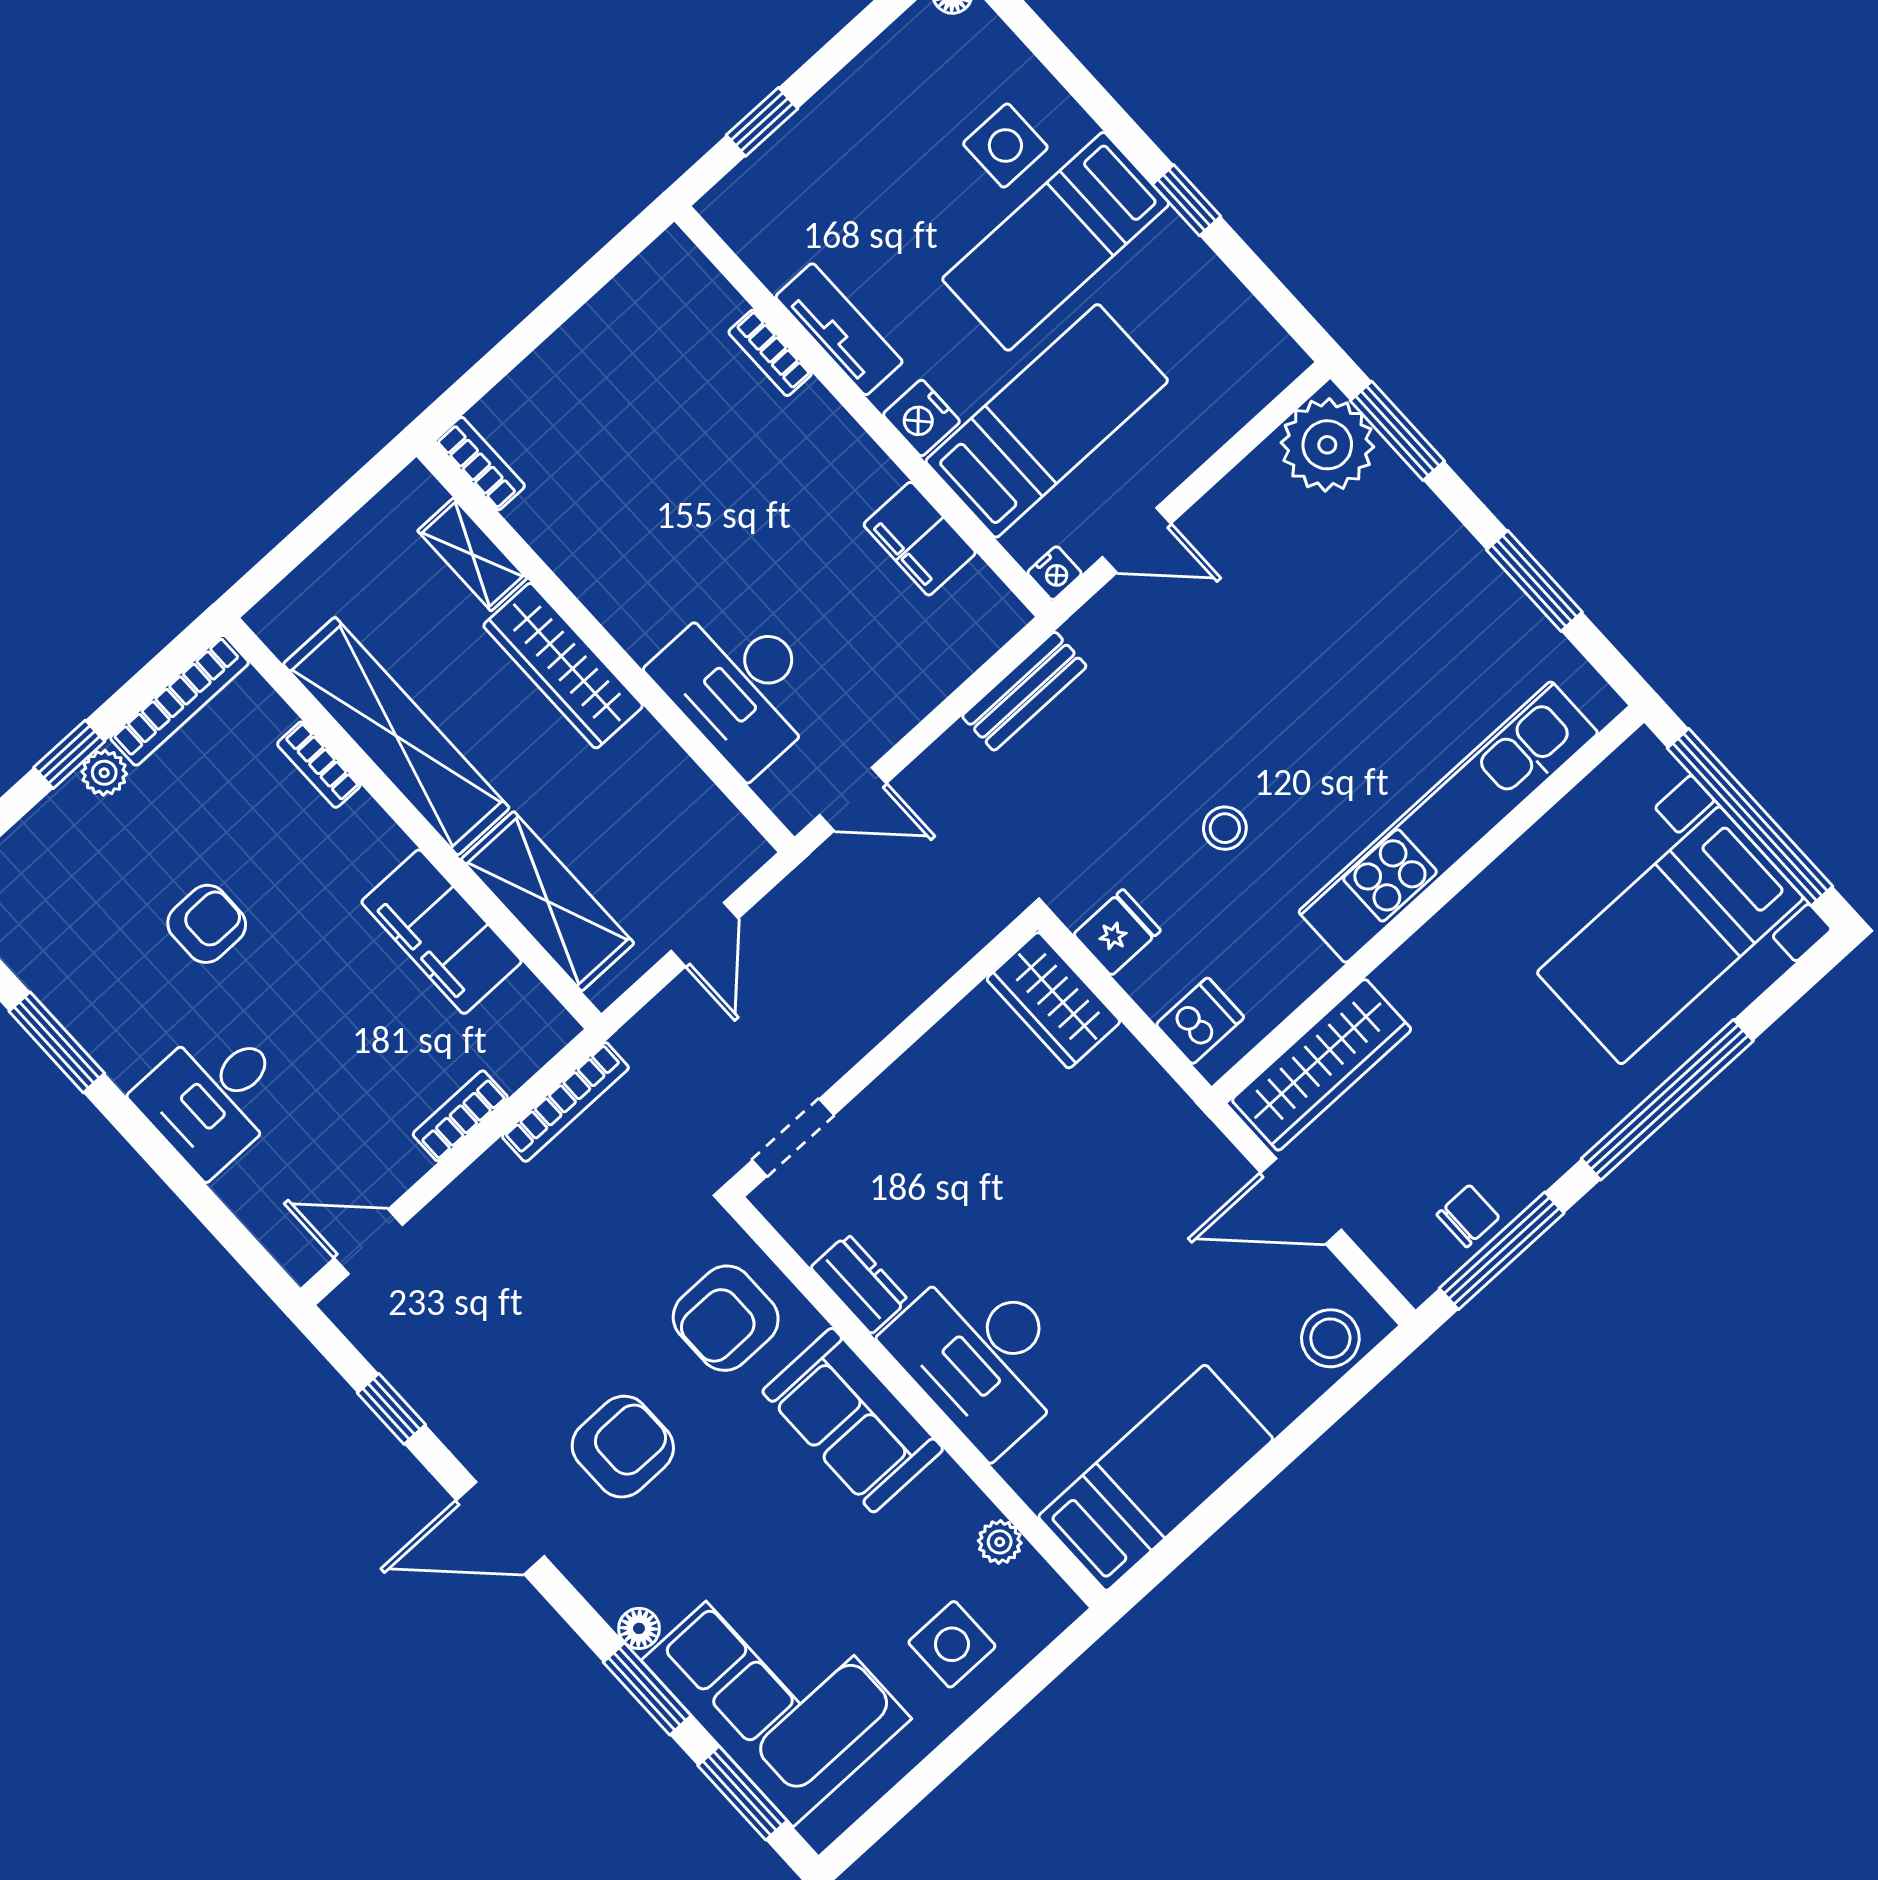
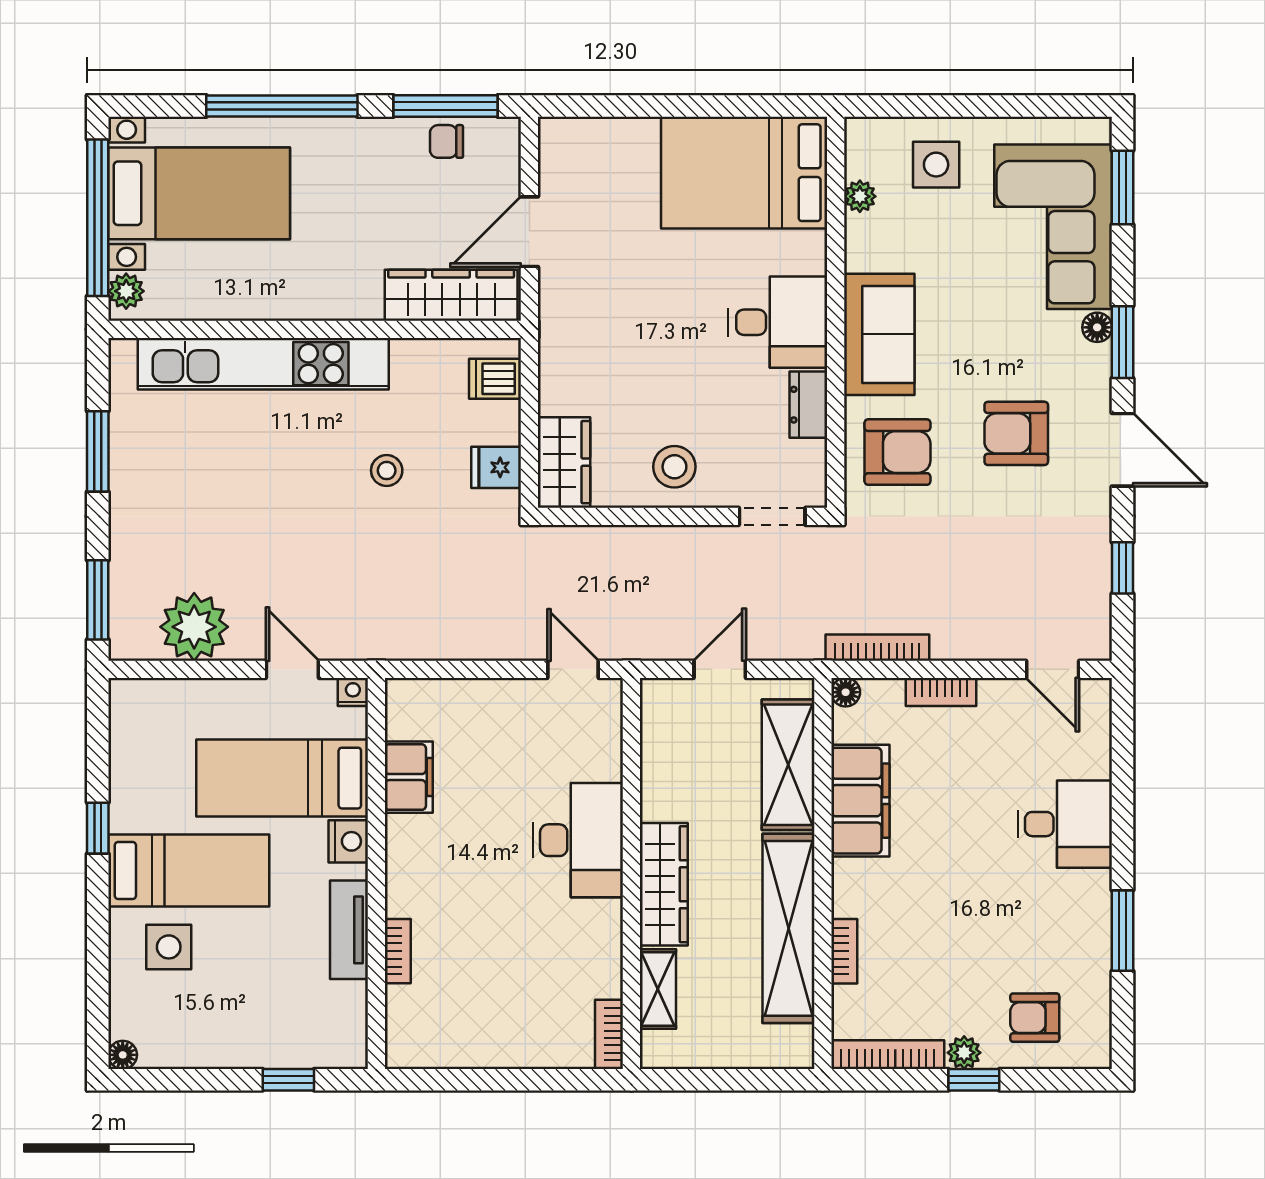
plant: (1327, 445) -> (194, 627), moved
desk: (740, 686) -> (578, 840), moved
bench: (1024, 691) -> (427, 643), removed
plant: (1654, 769) -> (126, 291), added
armchair: (207, 924) -> (1035, 1018), moved
floor lamp: (556, 1028) -> (846, 692), added
door: (1301, 1201) -> (529, 232), swing flipped
stool: (1330, 1338) -> (674, 467), moved
desk: (982, 1356) -> (778, 322), width x0.73
bed: (1156, 1478) -> (744, 173), width x1.50
window: (647, 1689) -> (1123, 342), moved

